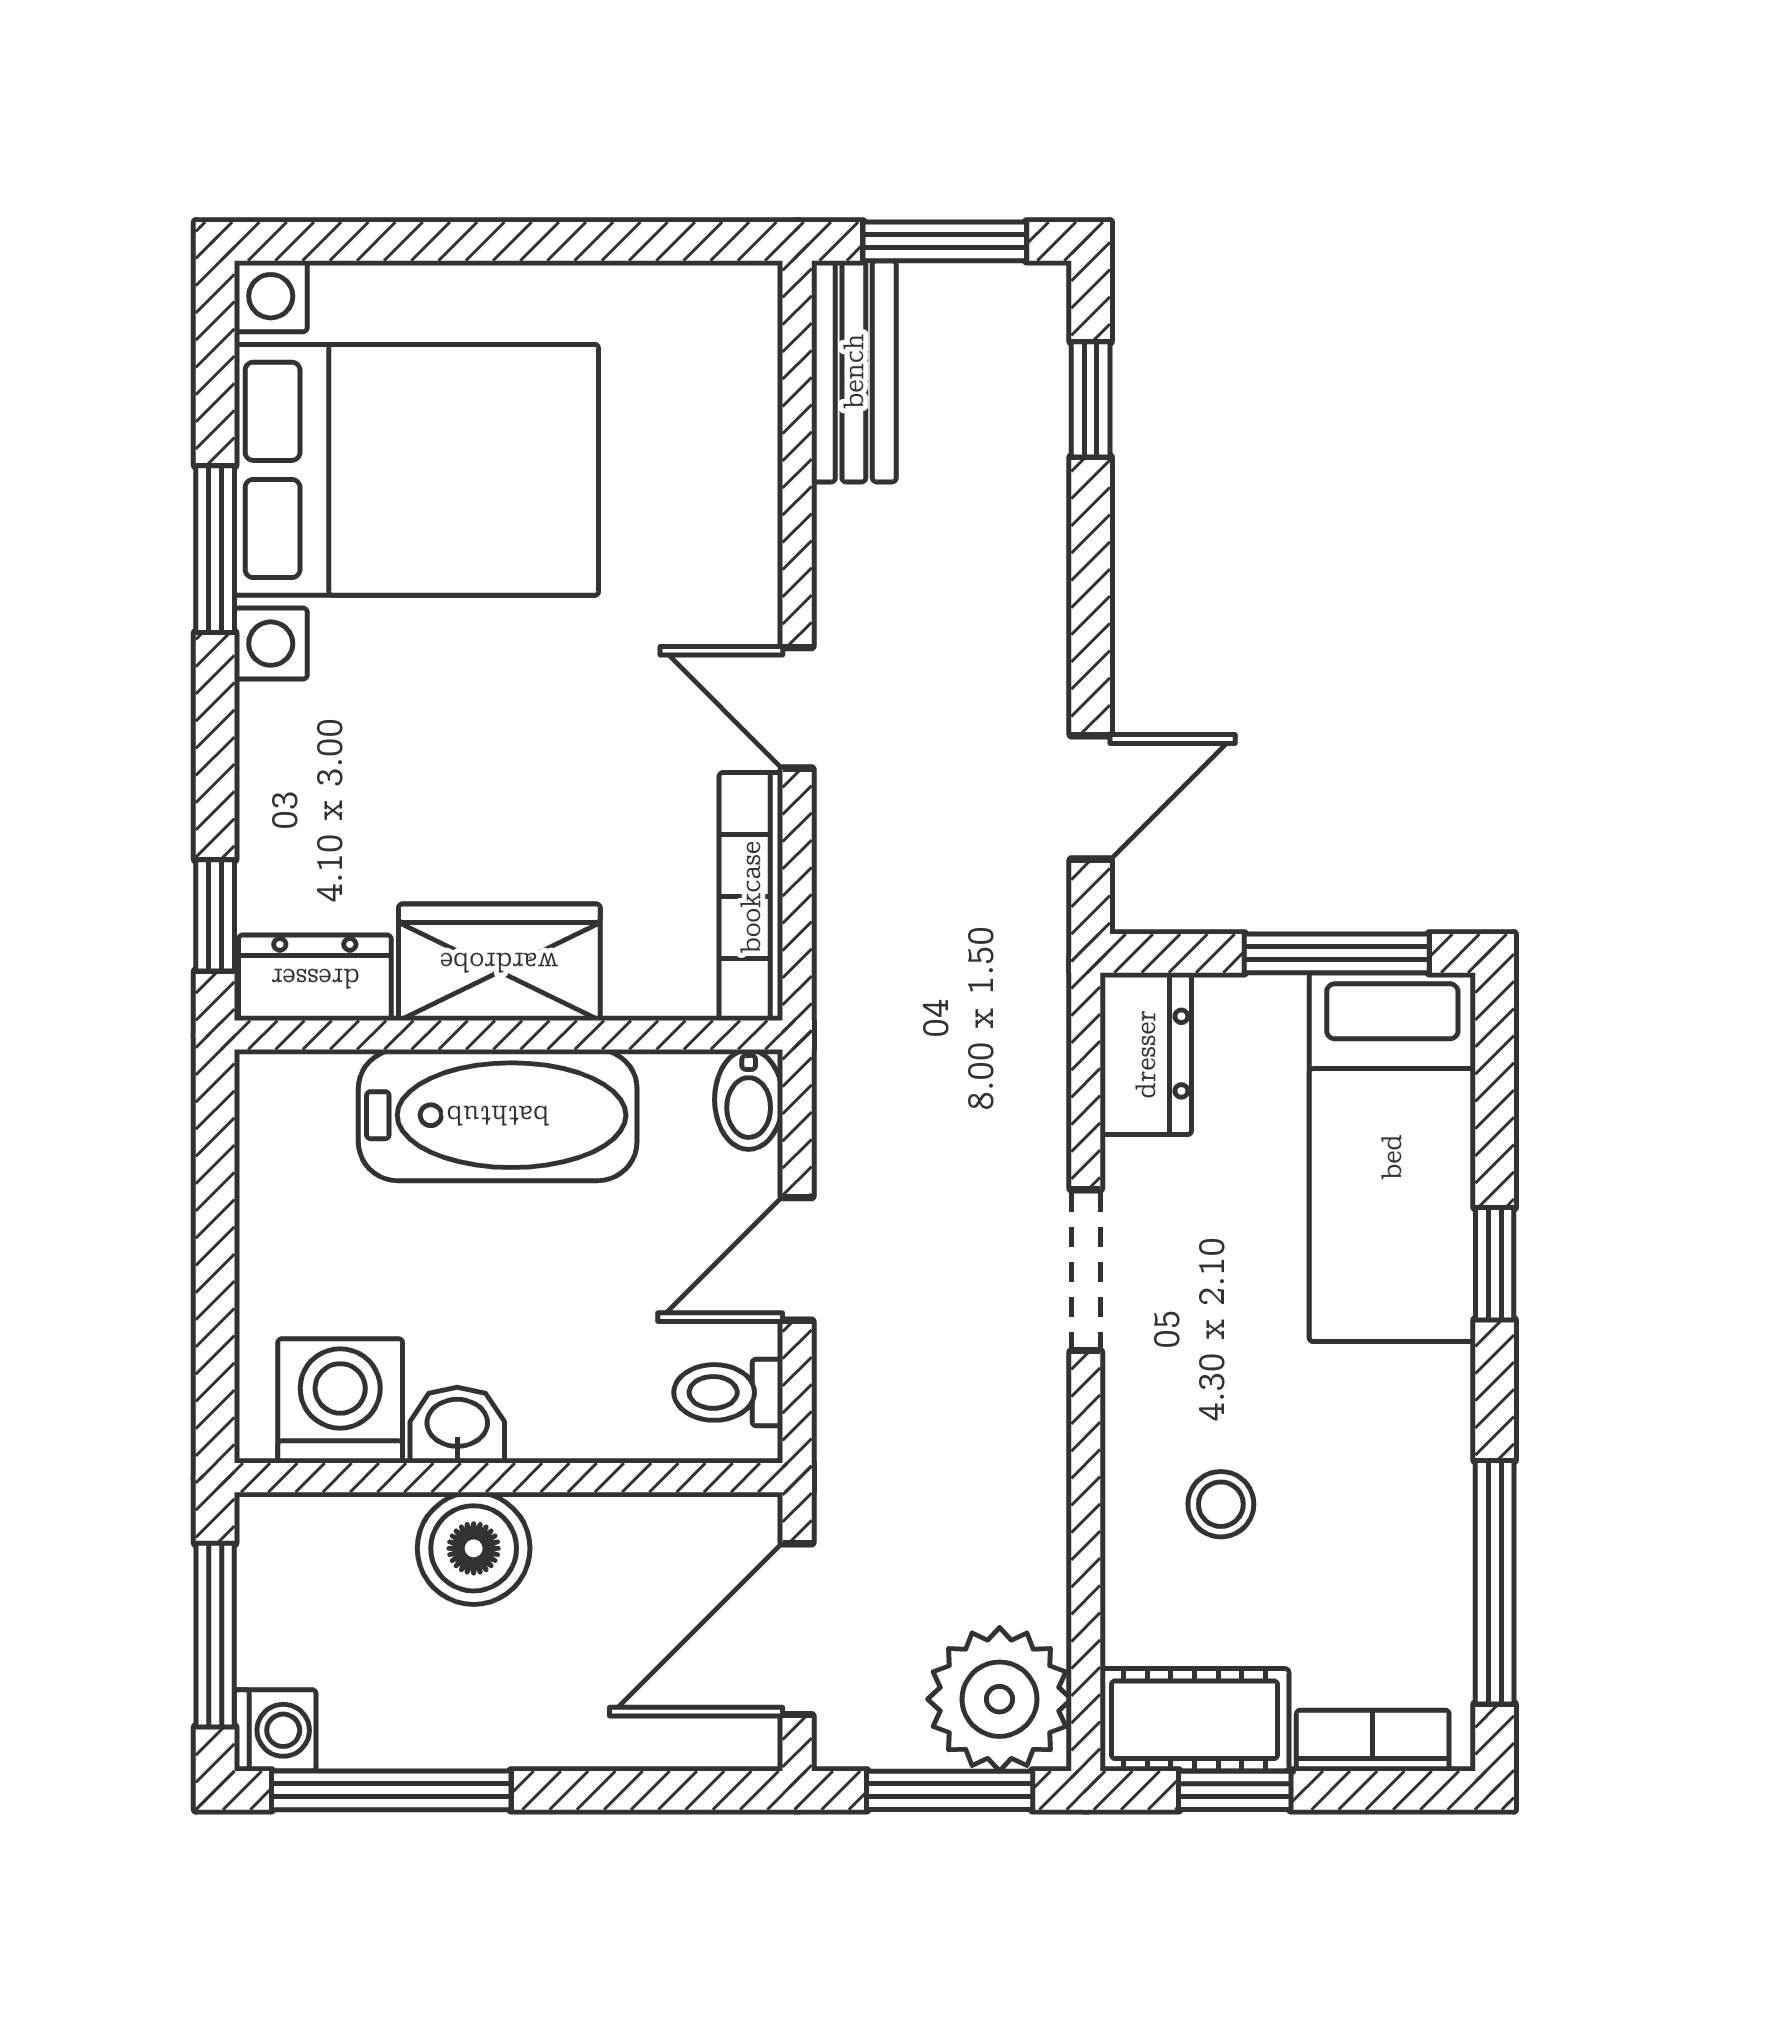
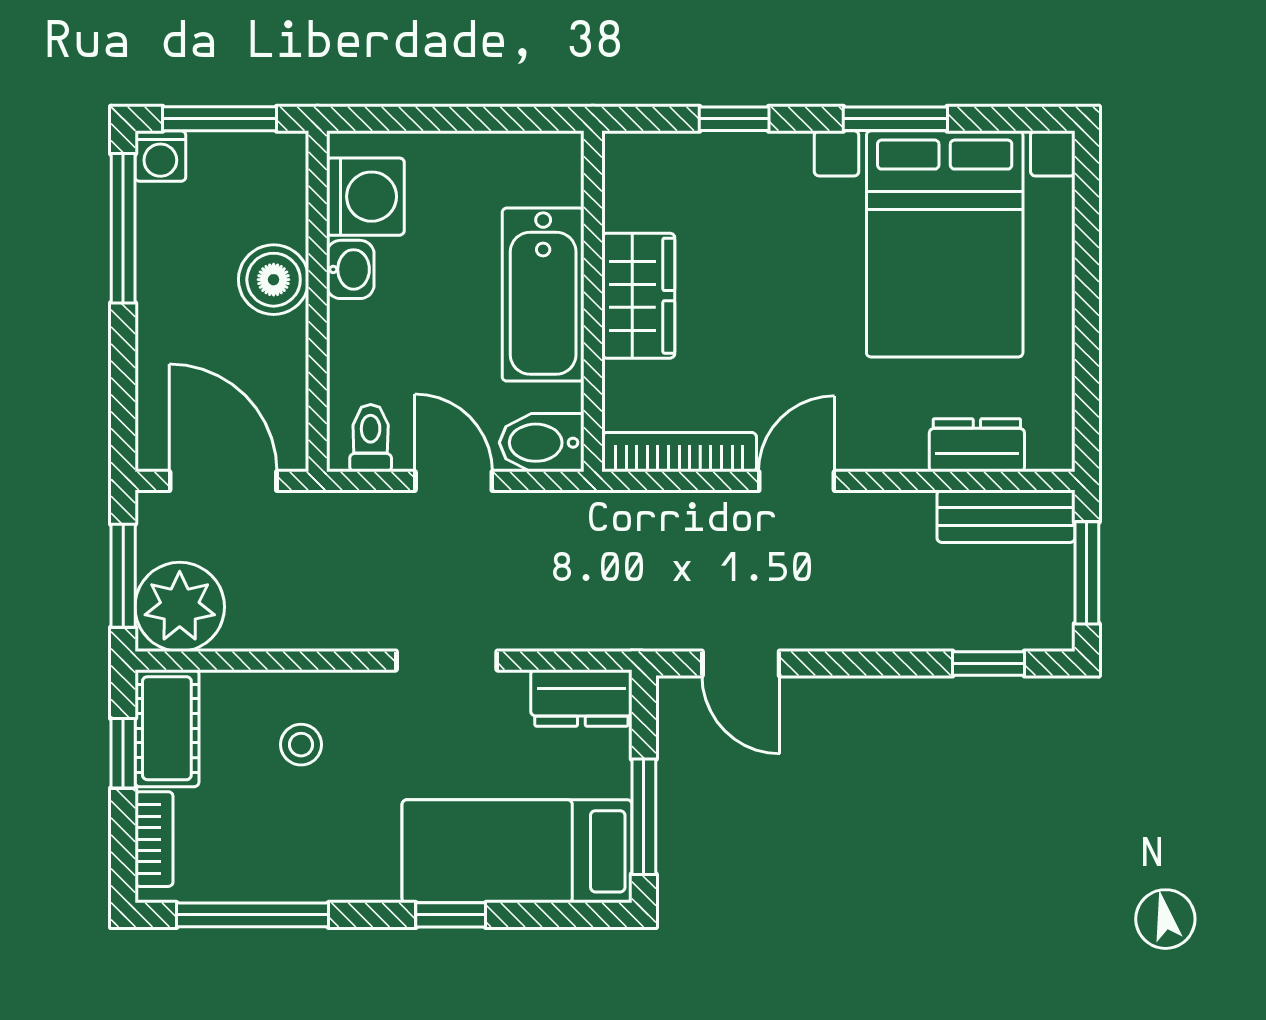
window: (215, 915) -> (734, 119), moved
dresser: (315, 978) -> (977, 445), moved, turned -90
bidet: (749, 1100) -> (542, 443), width x1.38, depth x1.36

